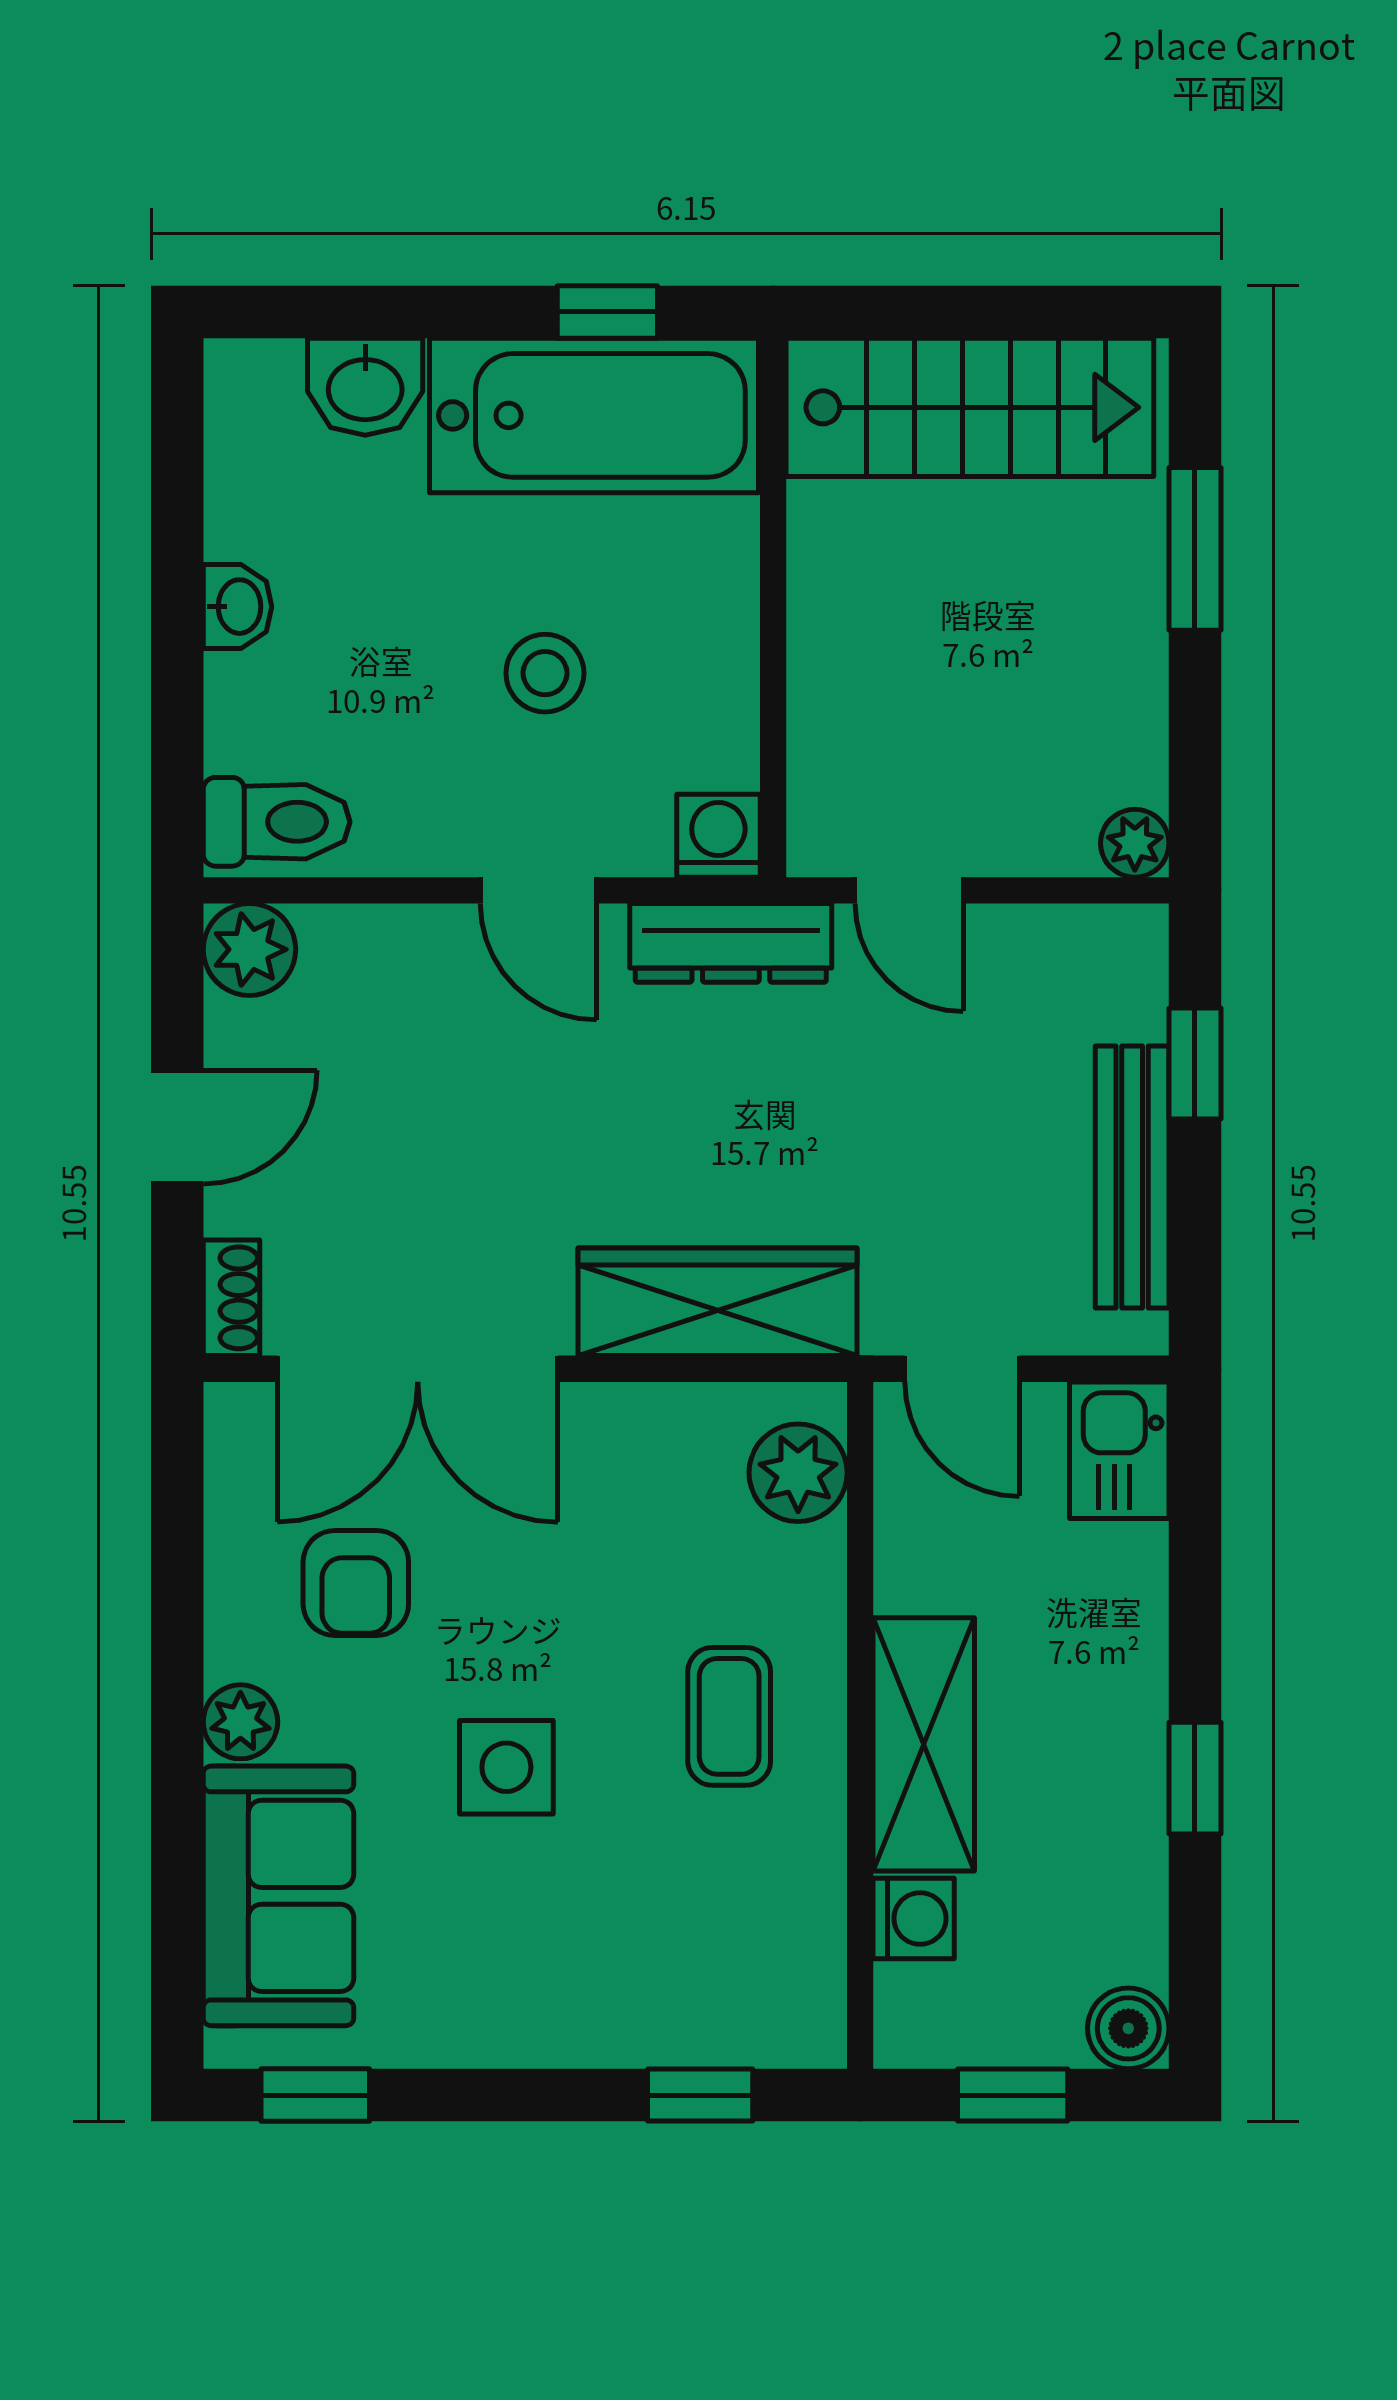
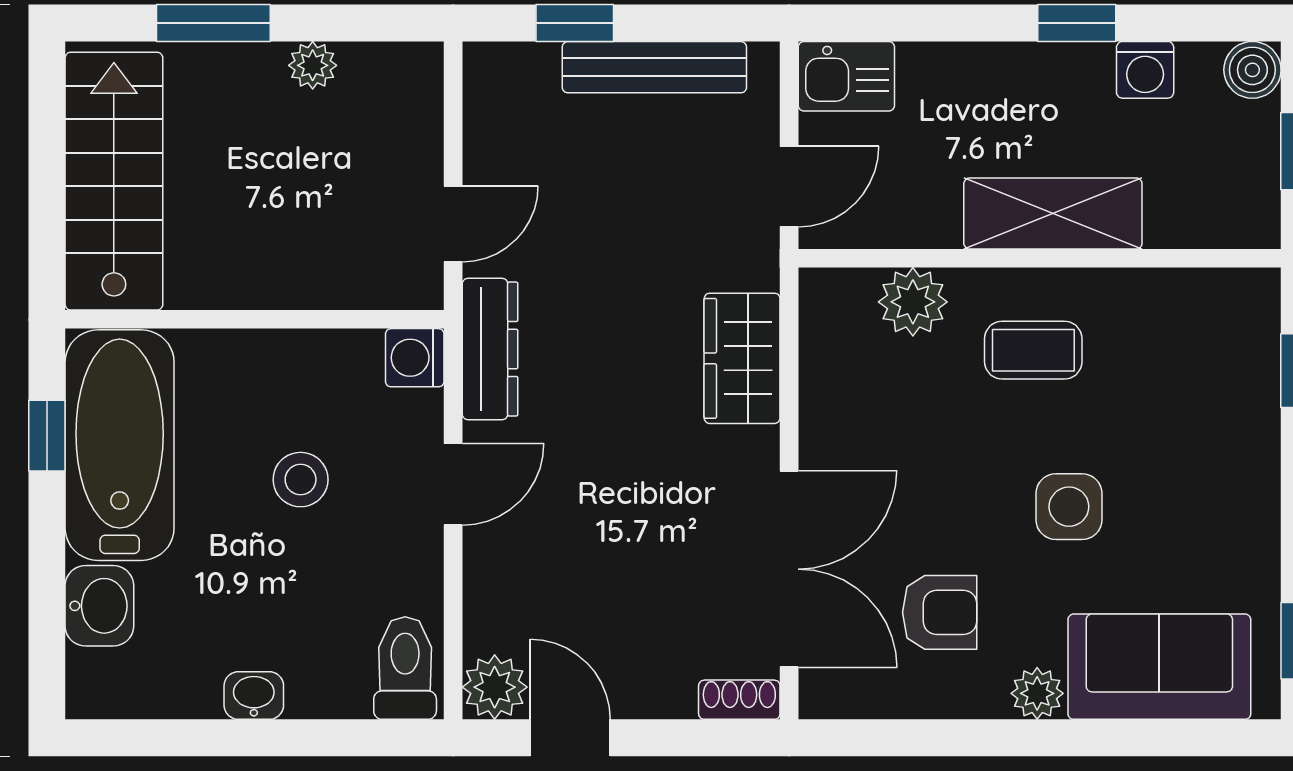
plant: (1135, 843) -> (313, 65), moved
door: (177, 1127) -> (570, 738), moved
wardrobe: (718, 1302) -> (742, 358), width x0.67
plant: (798, 1473) -> (913, 302), moved
washing machine: (914, 1918) -> (1145, 70), moved, turned 180

